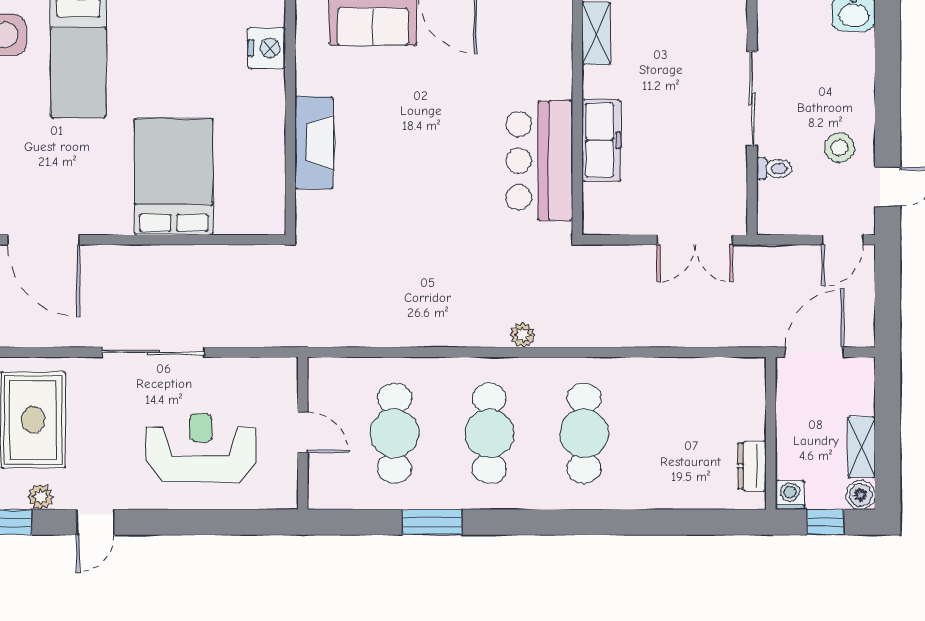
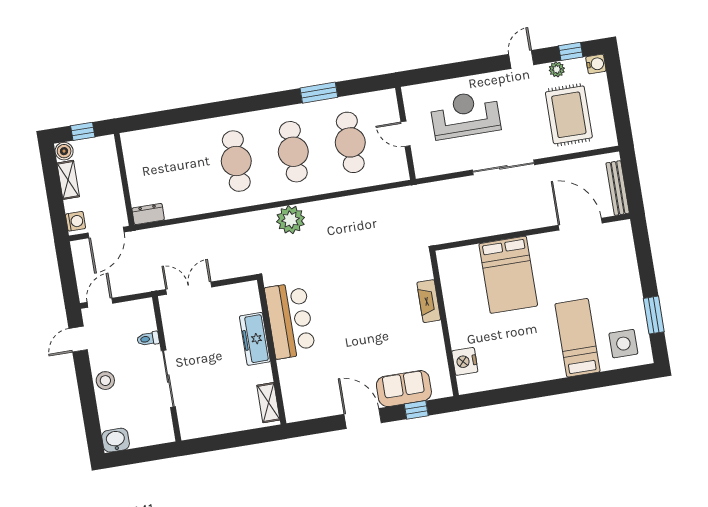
fireplace: (314, 143) -> (429, 301), width x0.73, depth x0.76
stool: (840, 148) -> (105, 381), moved
plant: (523, 335) -> (291, 220), width x1.88, depth x1.88
reception desk: (201, 448) -> (465, 115), turned 180
dresser: (752, 466) -> (148, 214), moved, turned -90
washing machine: (790, 495) -> (75, 221), moved, turned -90

